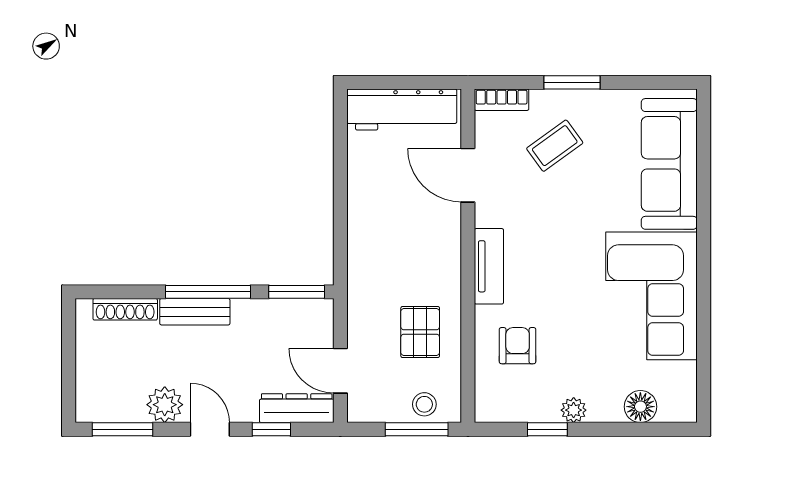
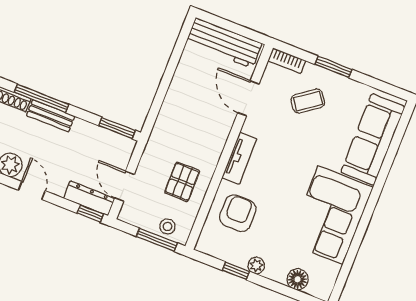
window: (208, 292) -> (42, 98), moved
armchair: (518, 346) -> (238, 213), width x1.38, depth x1.38
window: (271, 429) -> (90, 214), moved

